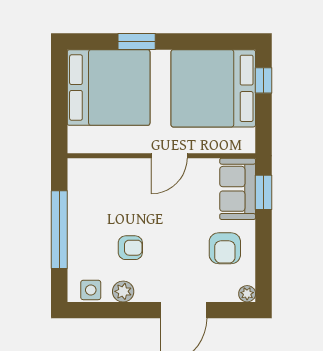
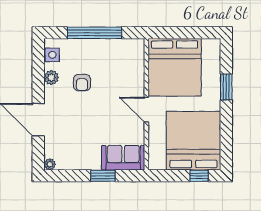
bed: (109, 88) -> (175, 67), moved
window: (263, 192) -> (103, 176), moved
armchair: (225, 248) -> (82, 149), removed

